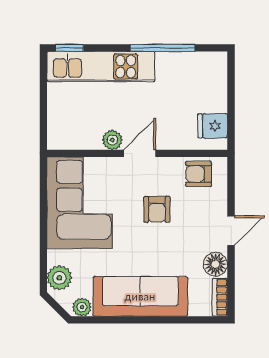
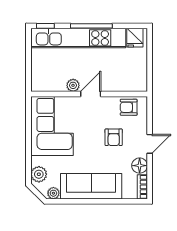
window: (162, 48) -> (91, 26), moved
kitchen unit: (101, 67) -> (78, 38), width x1.36
fridge: (213, 126) -> (135, 38), moved, turned -90
armchair: (157, 209) -> (114, 137), moved

